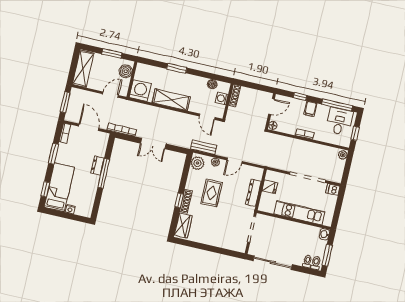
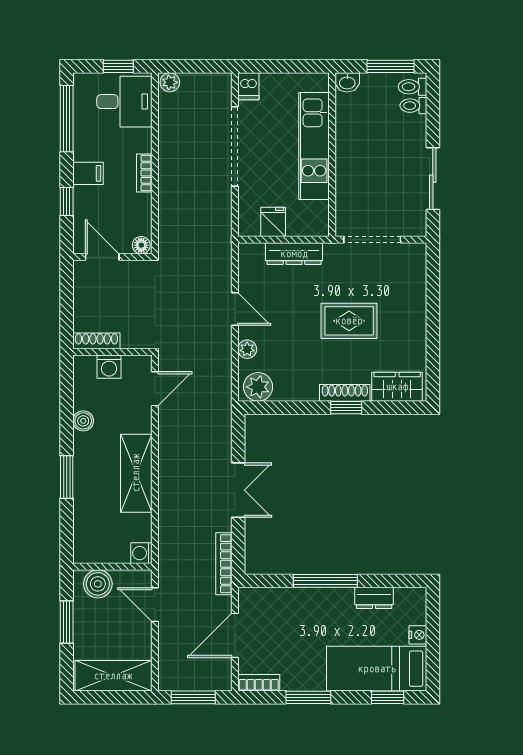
boiler: (212, 84) -> (83, 421), moved
washing machine: (140, 91) -> (141, 553), width x0.53, depth x0.53
desk: (339, 121) -> (124, 102), moved, turned 180
bench: (204, 147) -> (221, 382), removed
dresser: (97, 166) -> (374, 598), moved
rug: (212, 193) -> (349, 321), moved
sliding door: (273, 263) -> (433, 179), width x0.73

